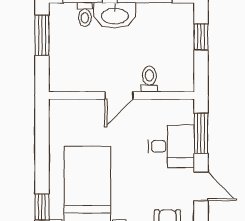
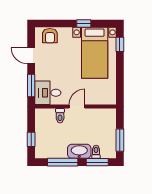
desk: (171, 146) -> (48, 93), moved

